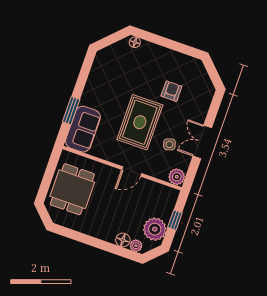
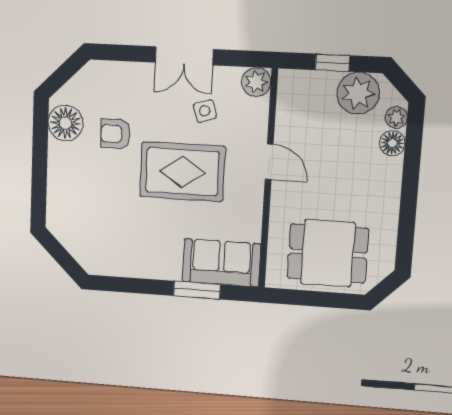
floor lamp: (135, 42) -> (66, 123), moved, width x1.89, depth x1.89

